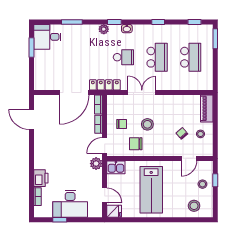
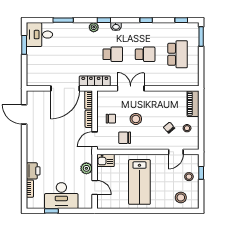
school desk: (157, 57) -> (145, 54), width x0.54
plant: (96, 164) -> (86, 168), moved
fridge: (114, 211) -> (104, 203), removed

